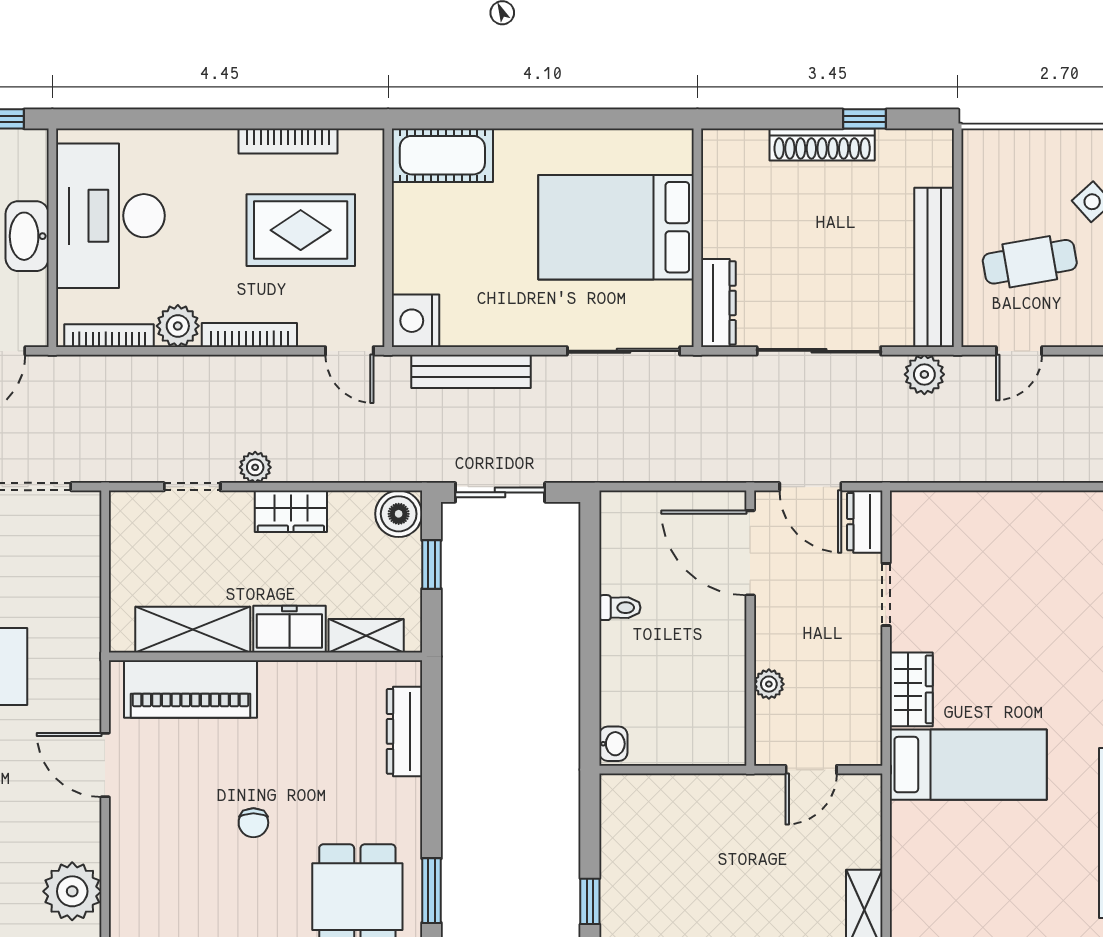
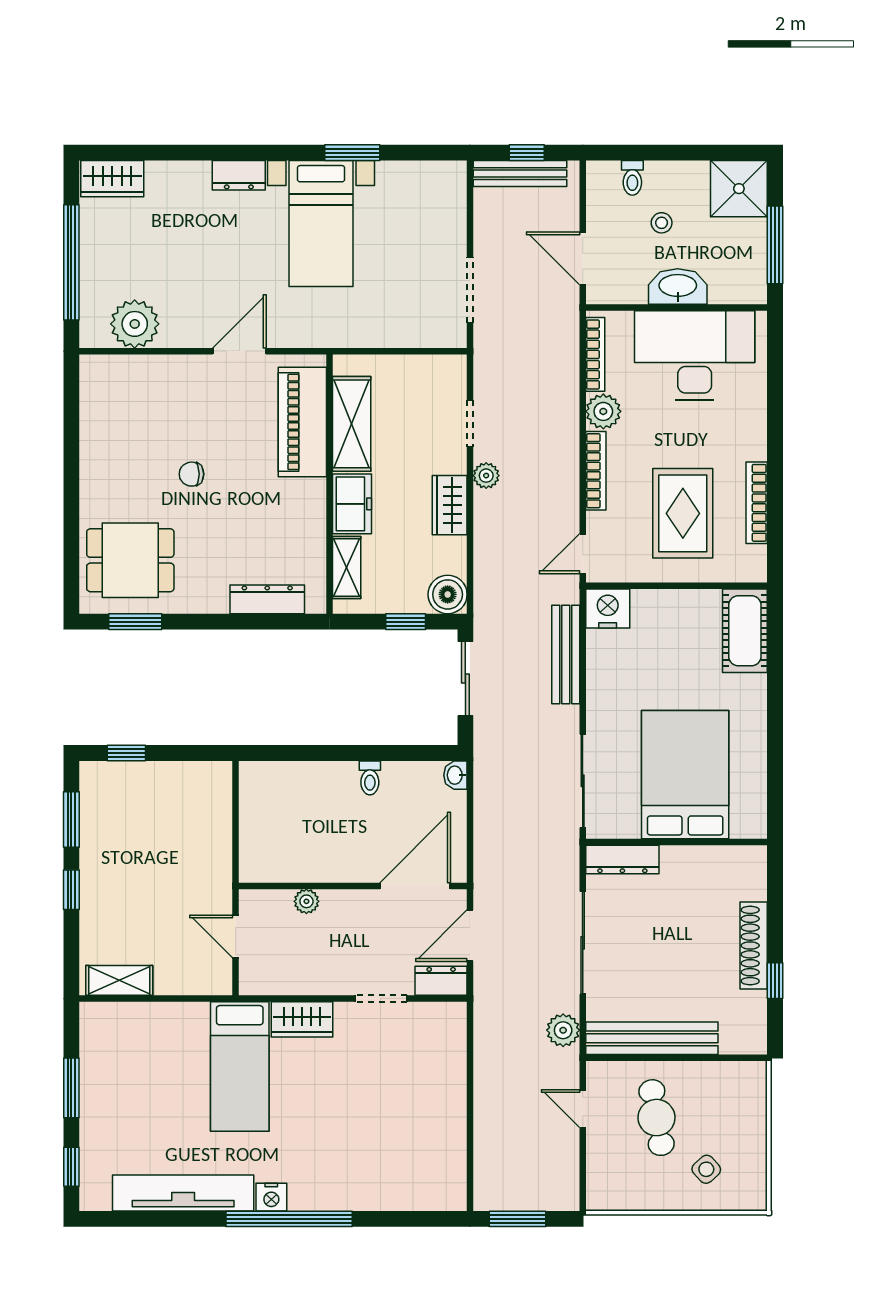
washbasin: (613, 744) -> (455, 775), moved, turned 90

